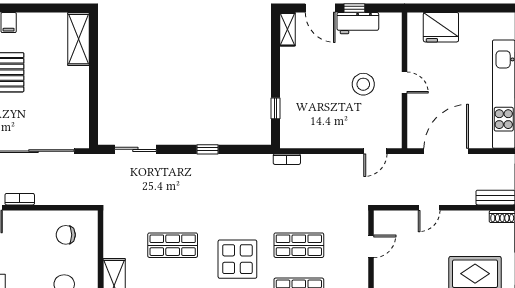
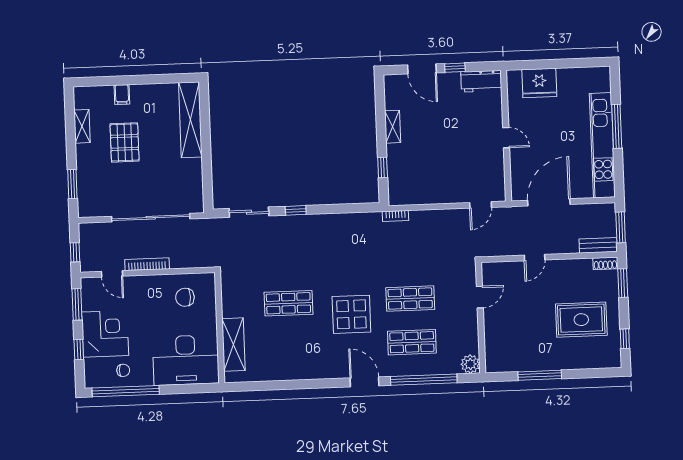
workbench: (358, 23) -> (481, 81), moved
shelving: (288, 29) -> (393, 127), moved
shelving: (78, 39) -> (190, 120), width x1.47
stool: (363, 84) -> (466, 141), removed
window: (208, 149) -> (296, 210), moved
bookcase: (20, 199) -> (147, 264), width x1.56

